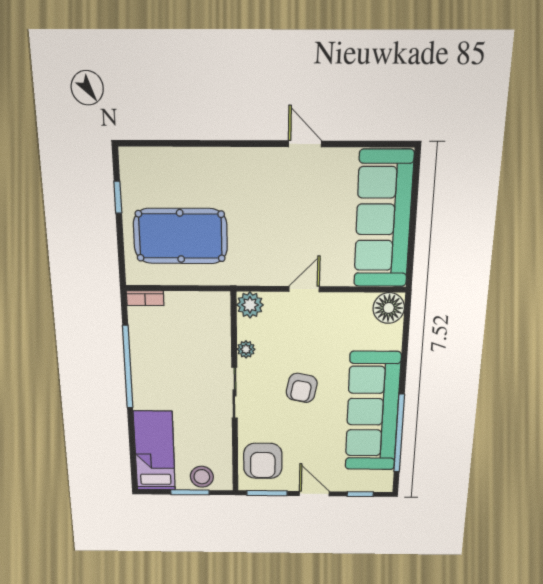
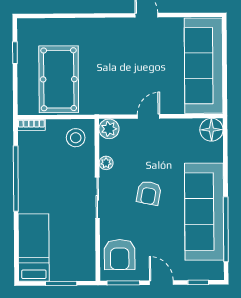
pool table: (180, 236) -> (59, 79), turned 90
stool: (202, 477) -> (76, 138), moved

